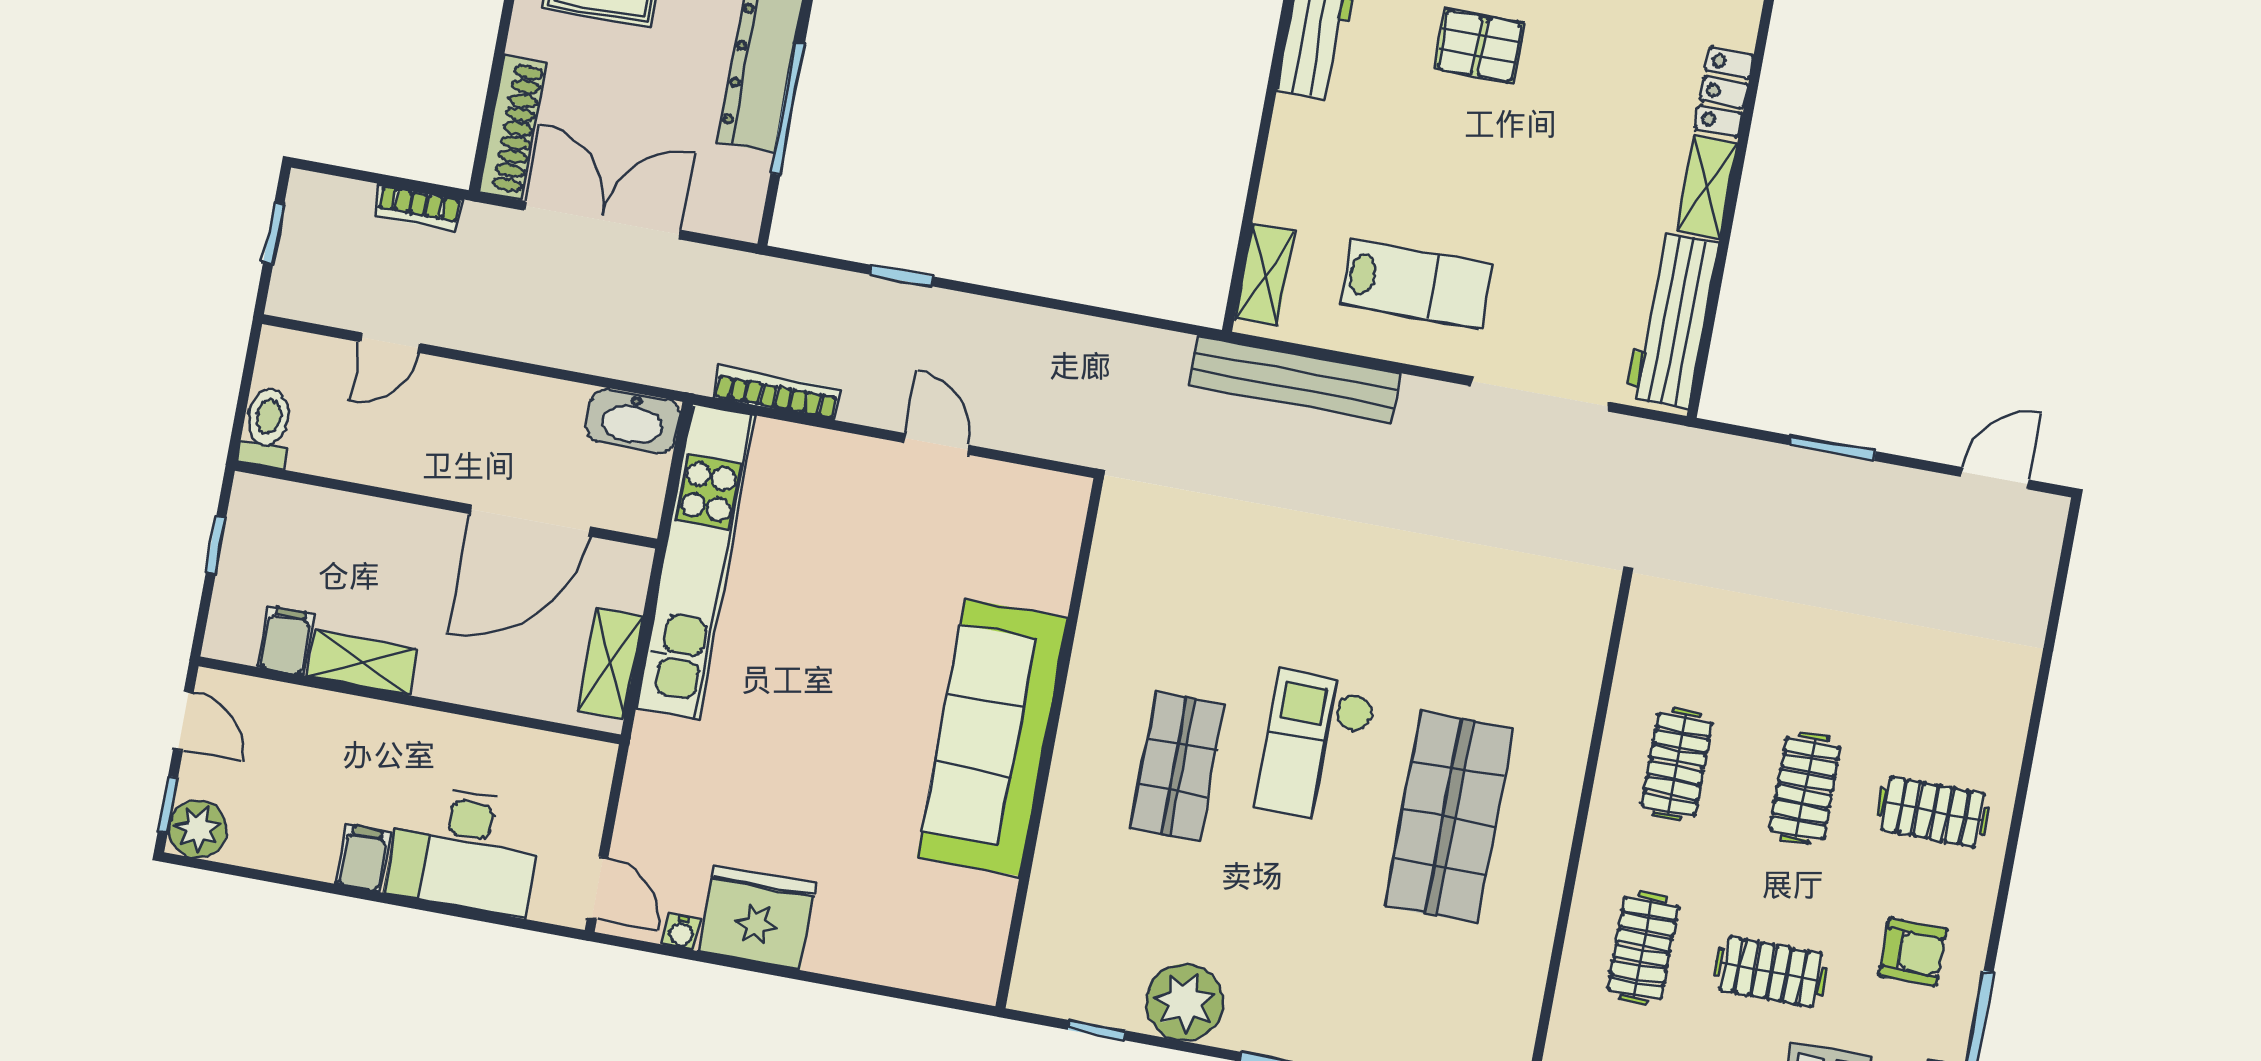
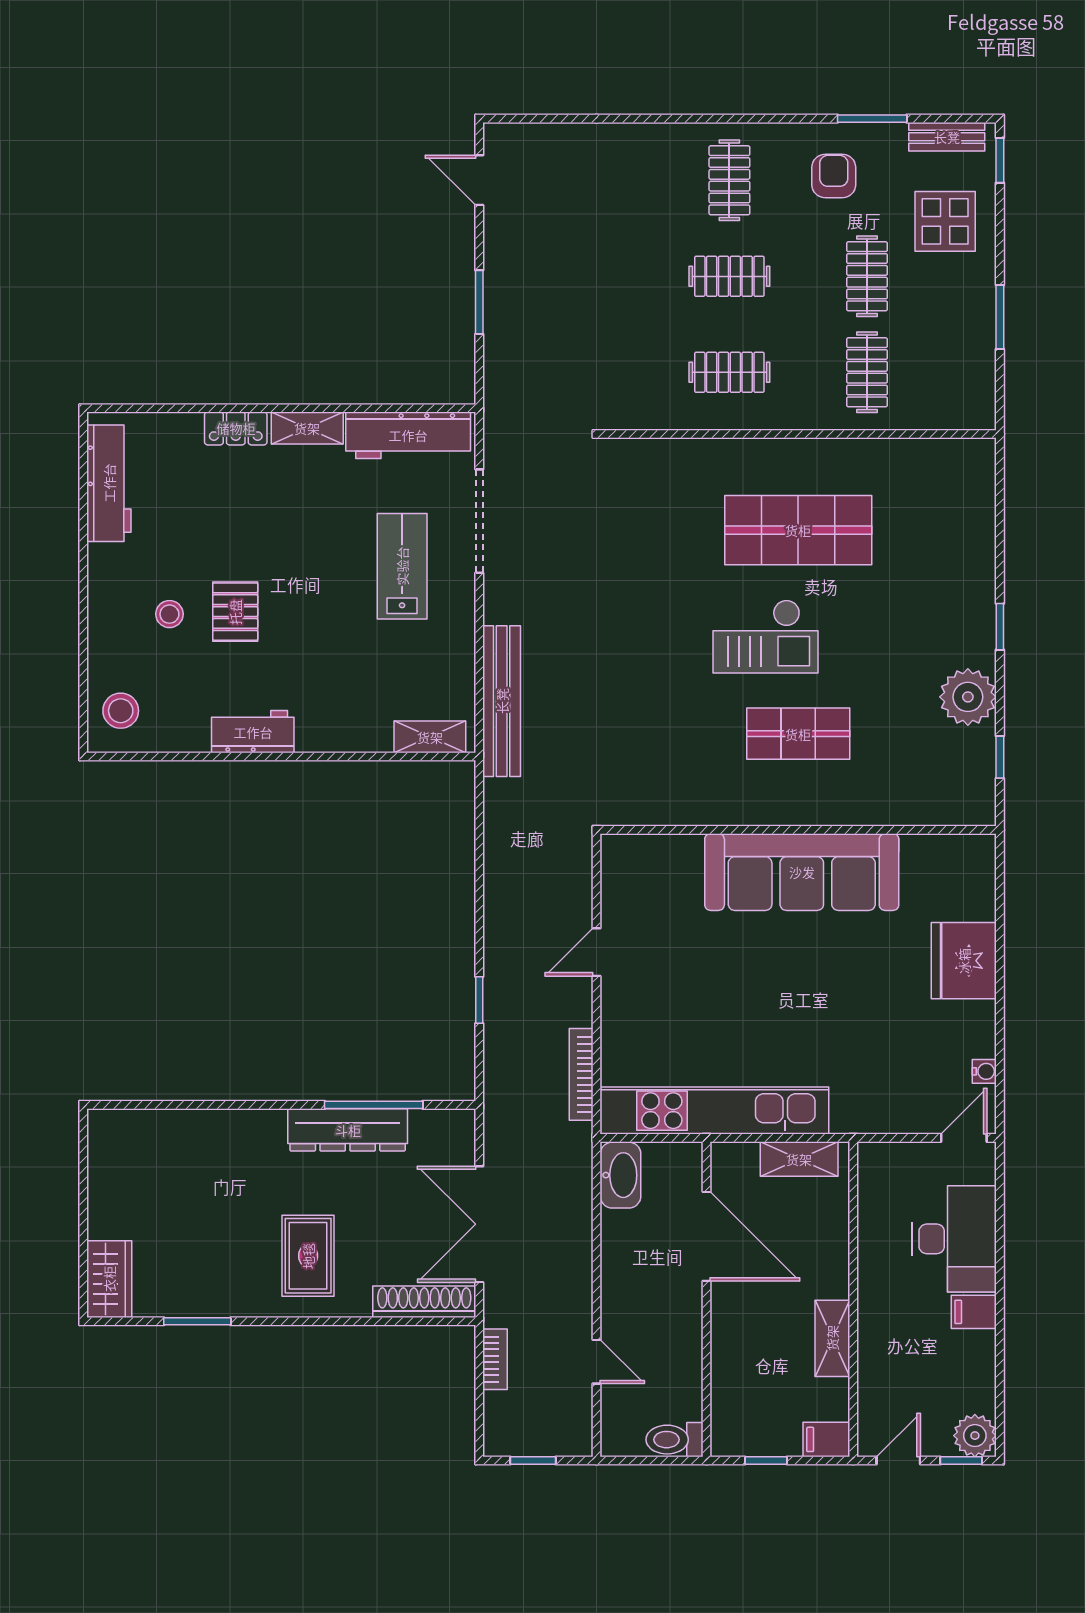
lab bench: (1416, 284) -> (402, 566), moved
filing cabinet: (286, 640) -> (826, 1439), moved
fridge: (757, 917) -> (964, 961), moved
clothes rail: (1643, 948) -> (867, 372), turned 90

